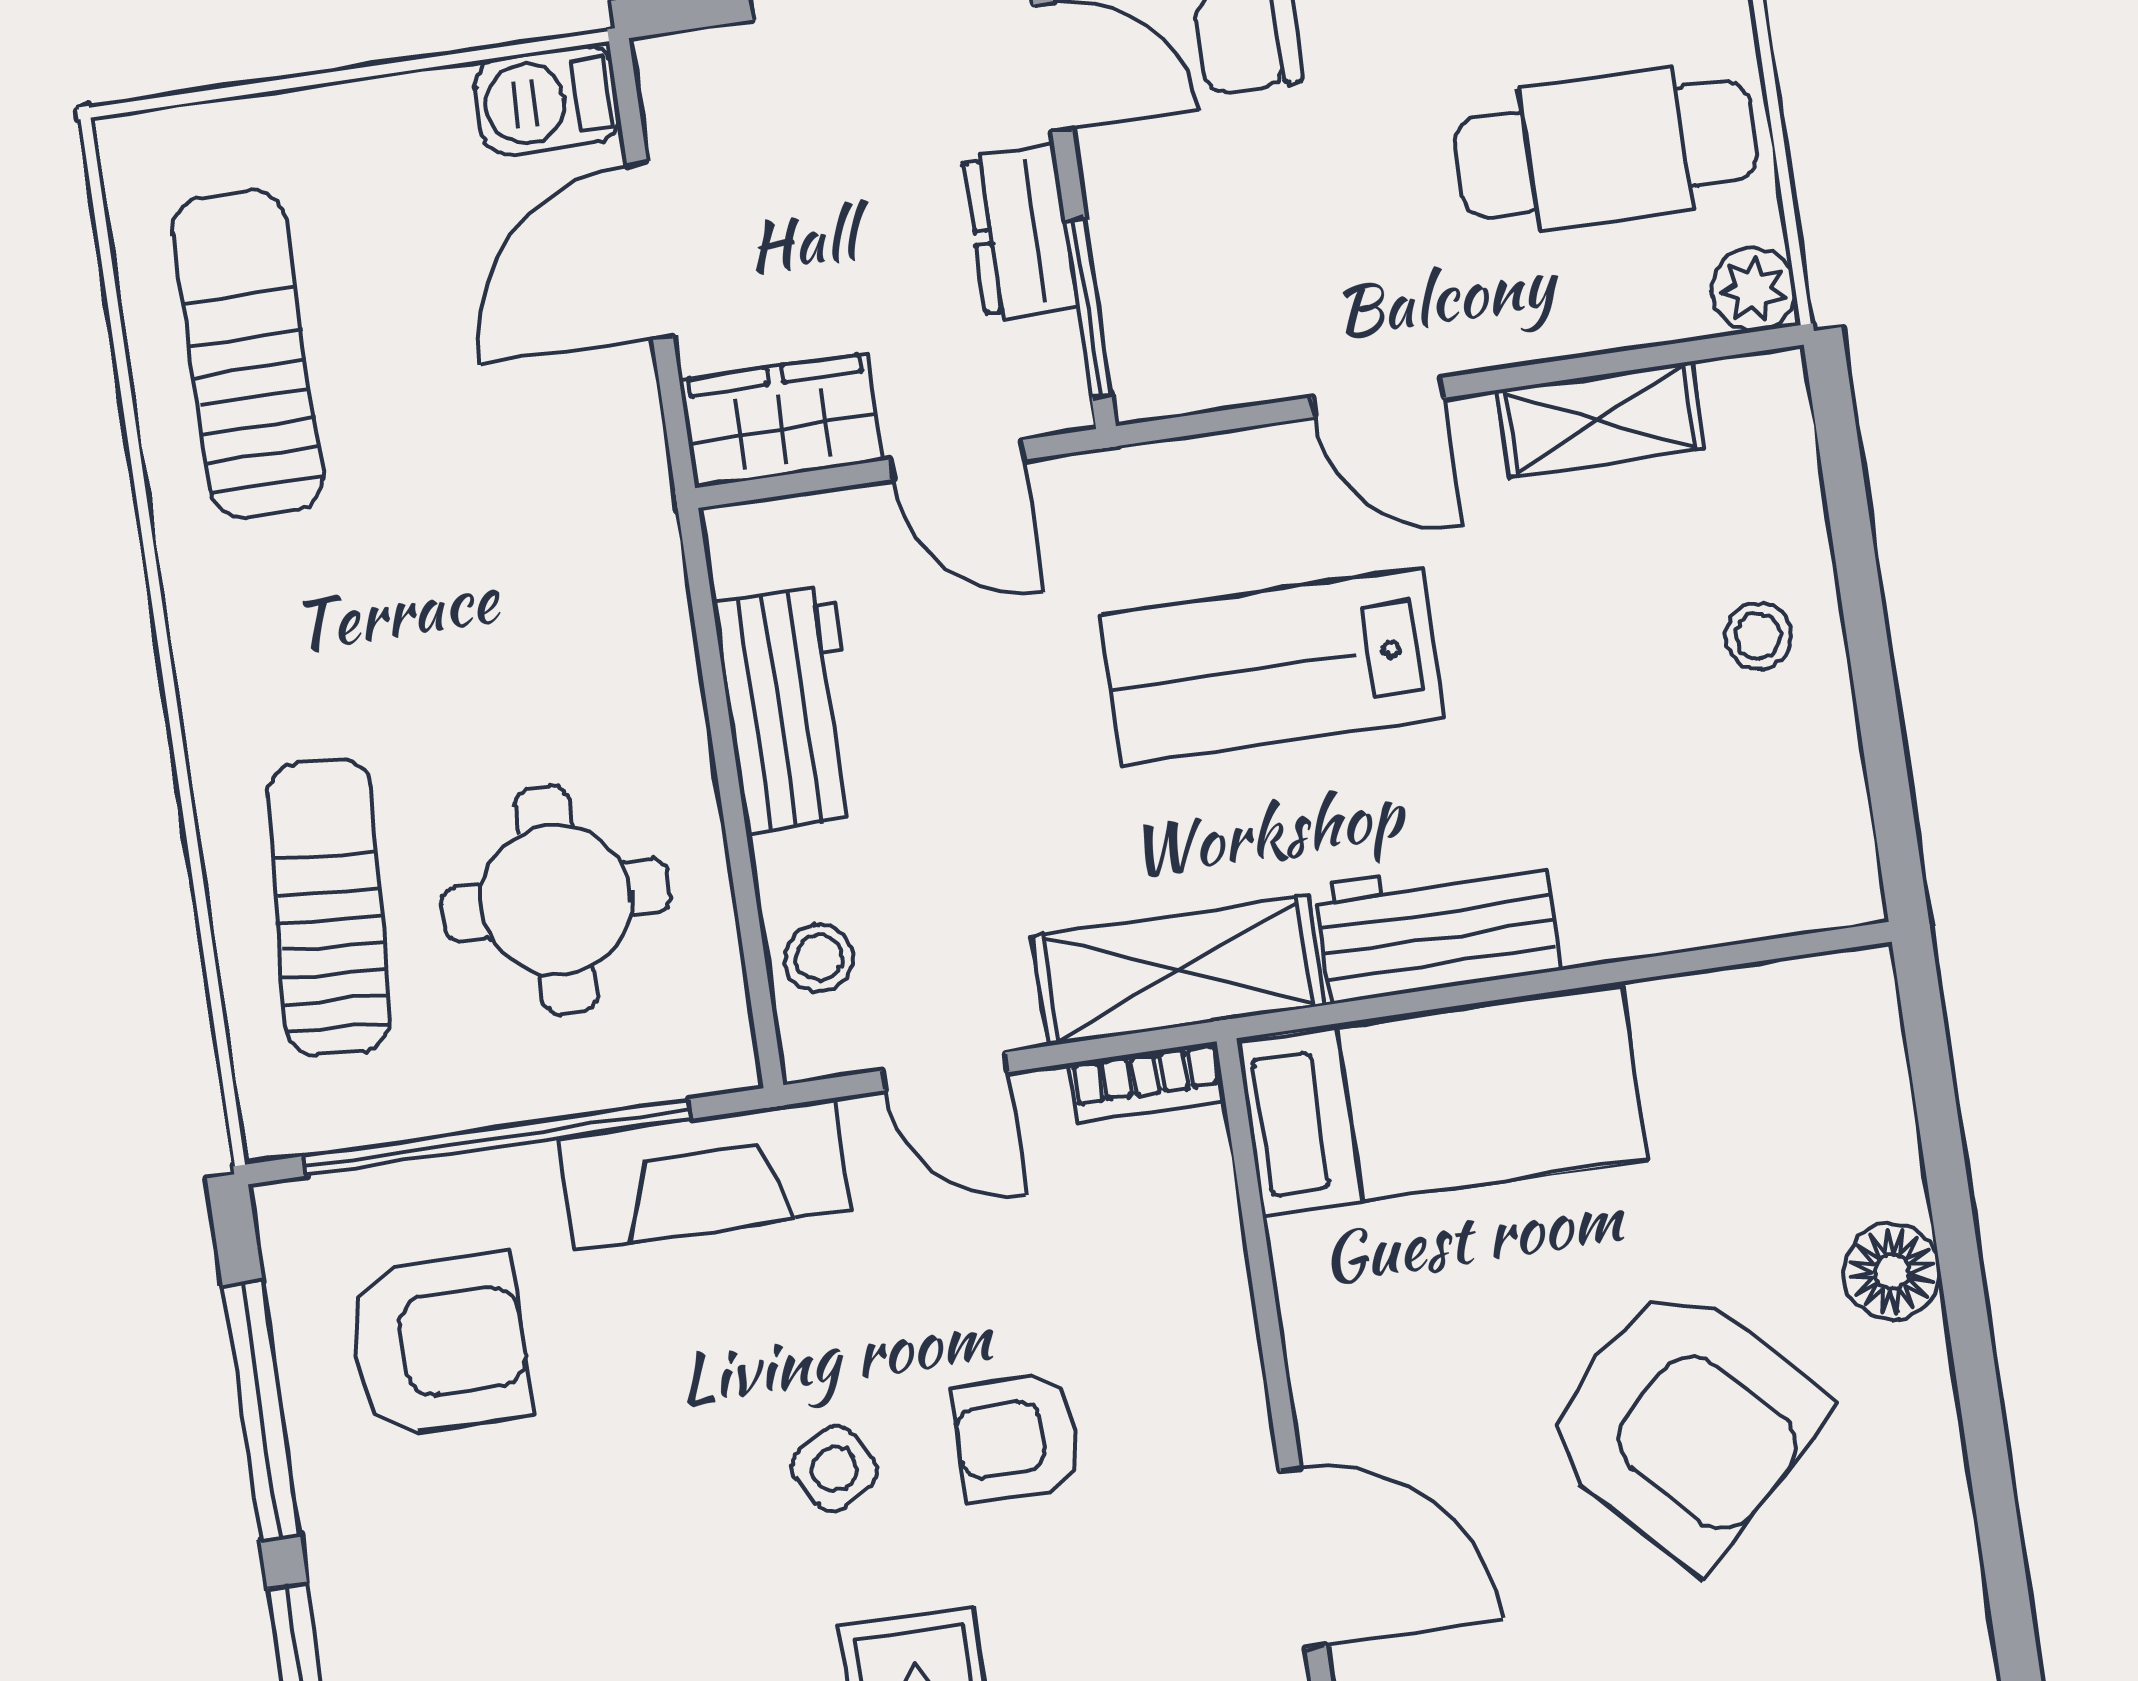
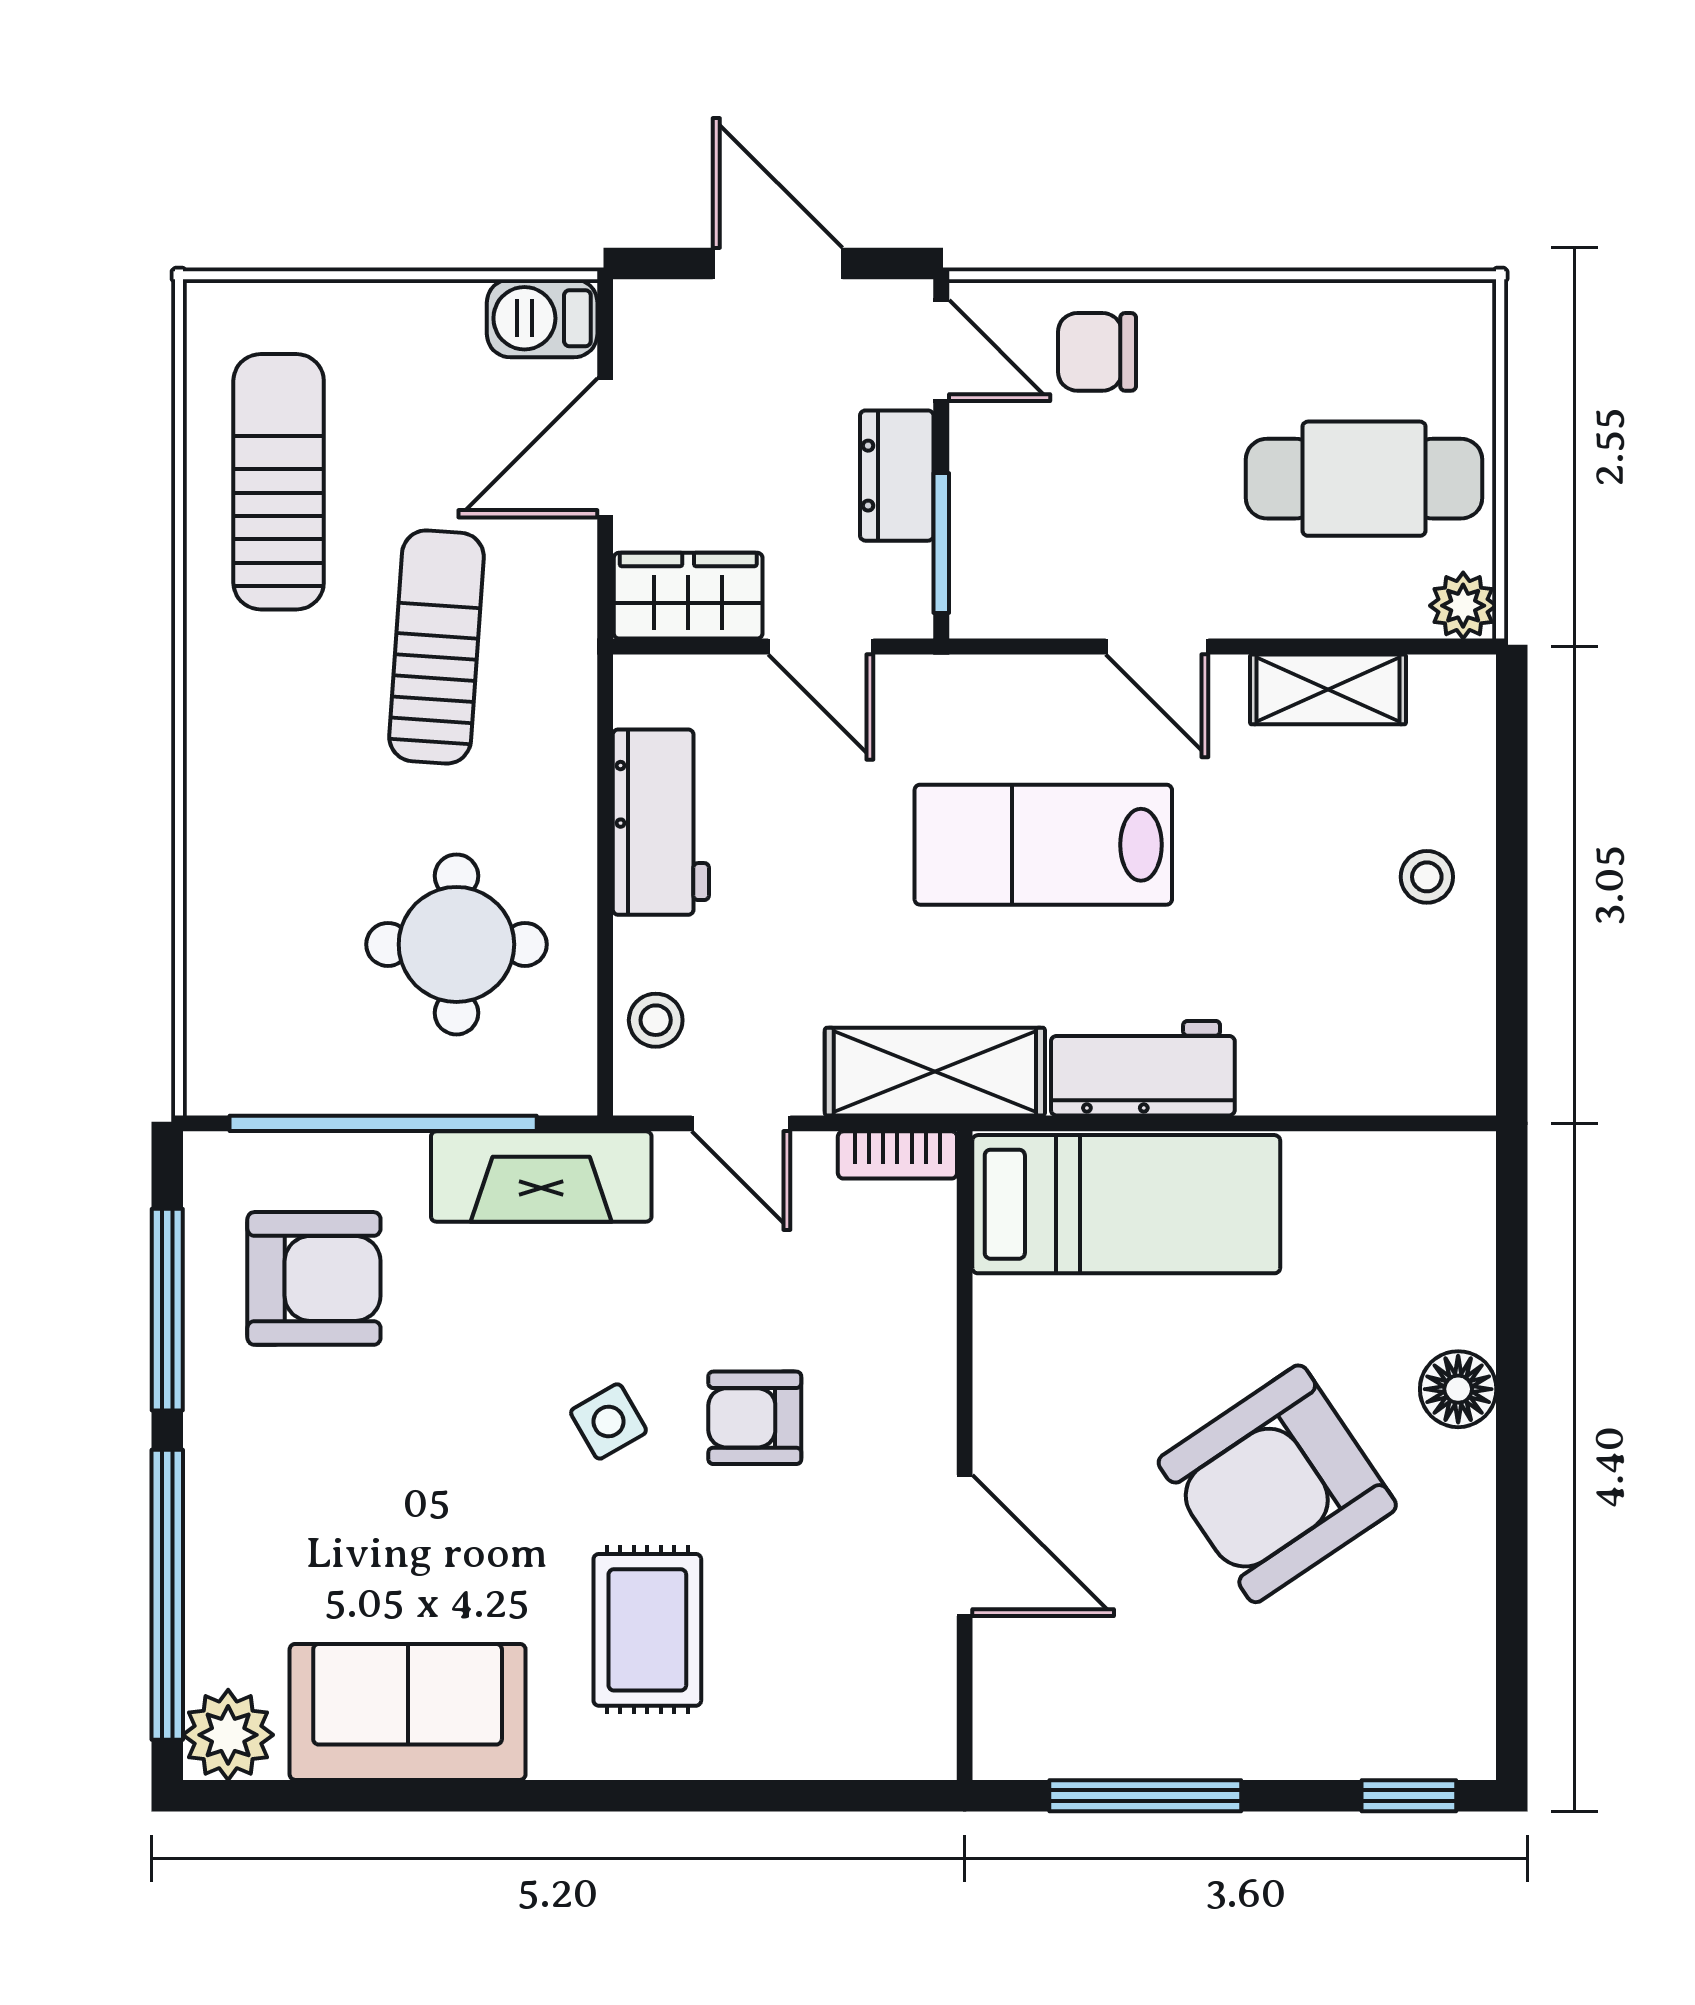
sun lounger: (329, 907) -> (437, 647), moved
armchair: (1683, 1423) -> (1277, 1484), turned 100

